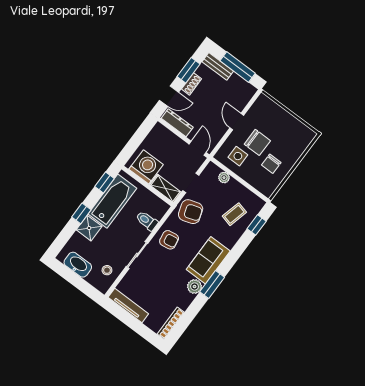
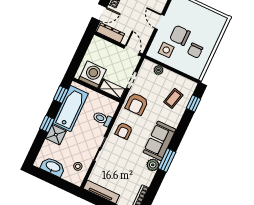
chair: (257, 142) -> (180, 35), turned 180
armchair: (191, 212) -> (137, 104), turned 108
armchair: (169, 240) -> (124, 131), turned 99

